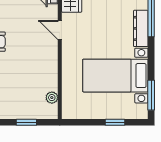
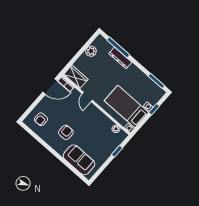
door: (60, 30) -> (87, 97), hinge flipped
bed with nightstands: (115, 76) -> (126, 107), moved, turned 90

